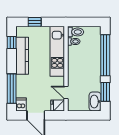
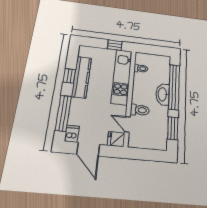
window: (35, 22) -> (115, 45), moved
toilet: (76, 32) -> (140, 110), moved
window: (12, 42) -> (69, 76), moved
washbasin: (95, 101) -> (163, 94), moved

